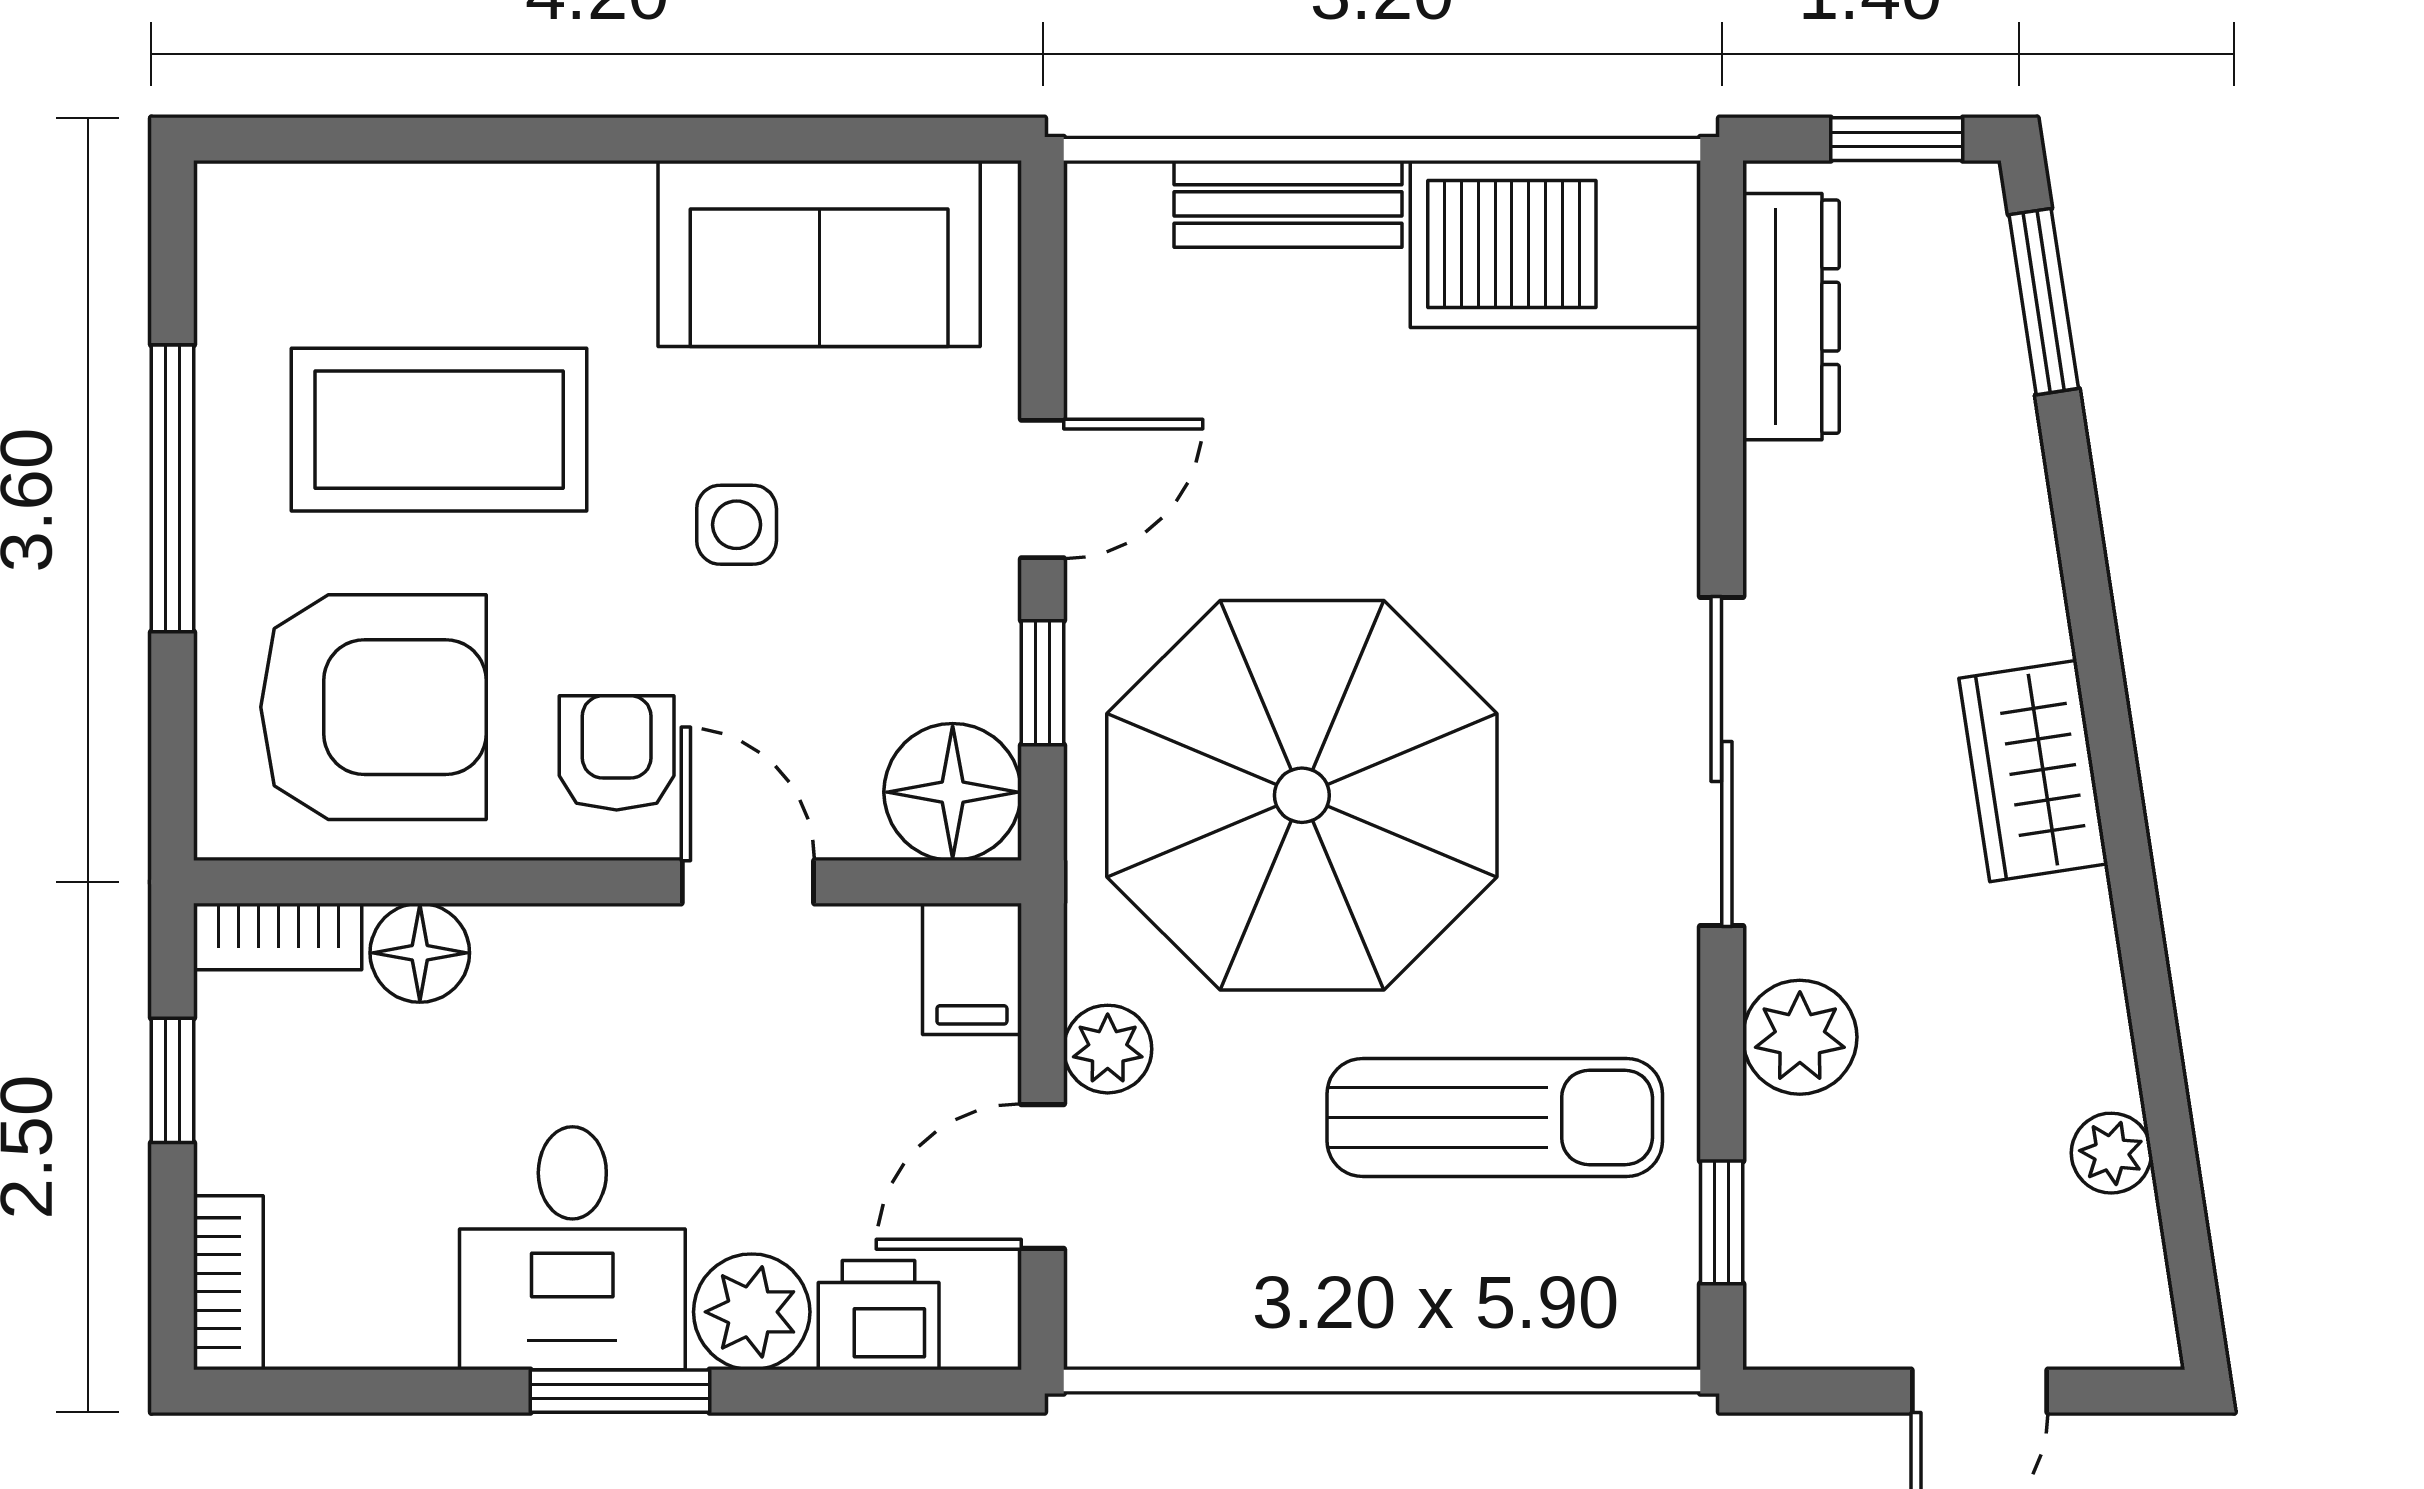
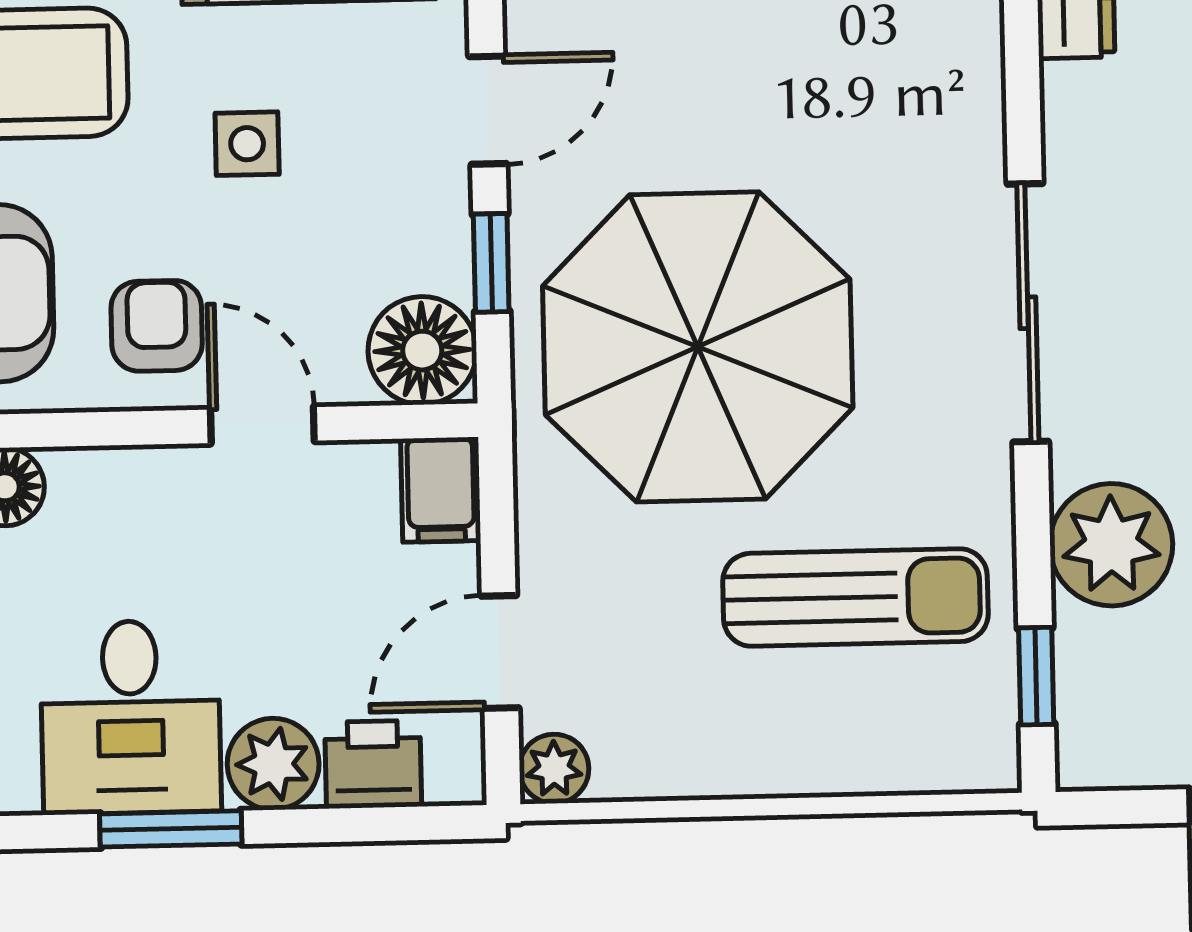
plant: (1800, 1037) -> (1111, 545), width x1.36, depth x1.36
plant: (1108, 1049) -> (554, 769), moved

